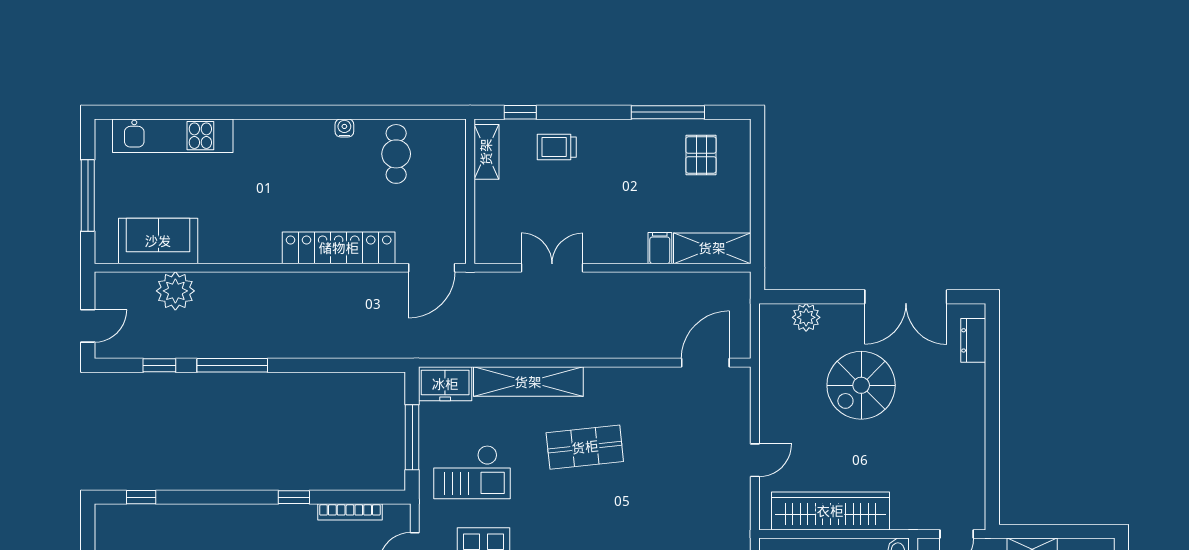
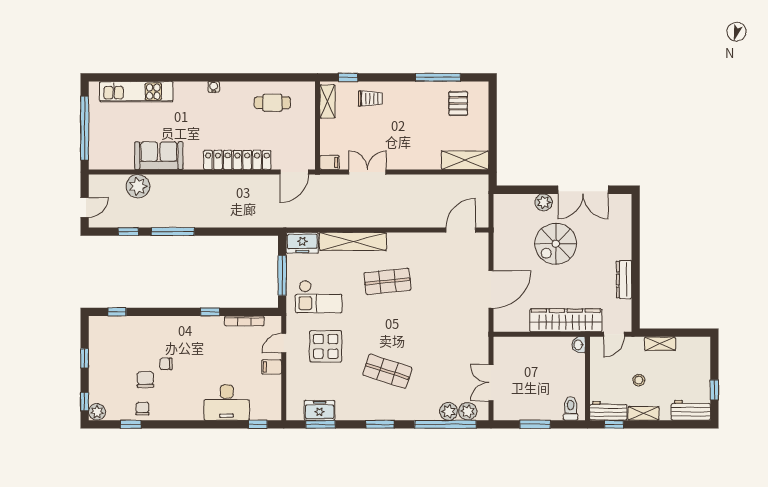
water cooler: (344, 128) -> (214, 87), moved
trolley: (557, 147) -> (370, 99), turned 180
cafe table: (396, 154) -> (272, 103), turned 90
window: (88, 196) -> (85, 128), width x1.46
sofa: (158, 241) -> (159, 156), moved
filing cabinet: (660, 248) -> (329, 162), moved, turned 90
plant: (806, 317) -> (544, 202), moved
dresser: (973, 340) -> (624, 280), moved, width x1.44
door: (755, 460) -> (491, 289), width x1.88
wardrobe: (830, 511) -> (566, 320), moved

